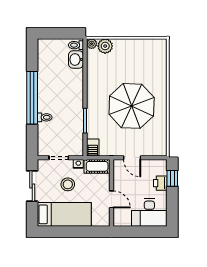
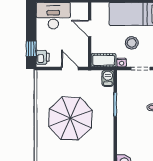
printer: (160, 183) -> (43, 57), moved

